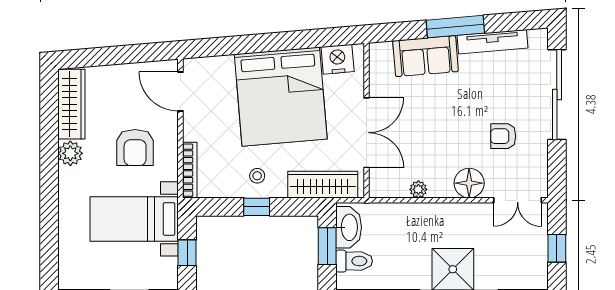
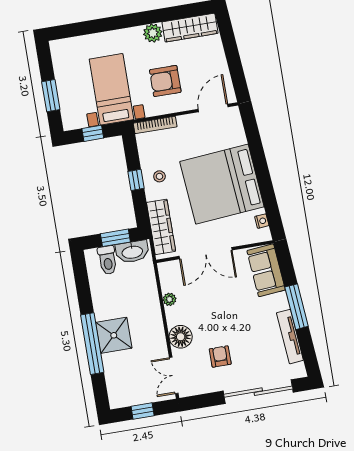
sofa: (426, 56) -> (266, 270), moved
nightstand: (338, 59) -> (262, 221), width x0.53, depth x0.56

